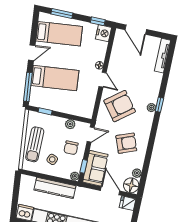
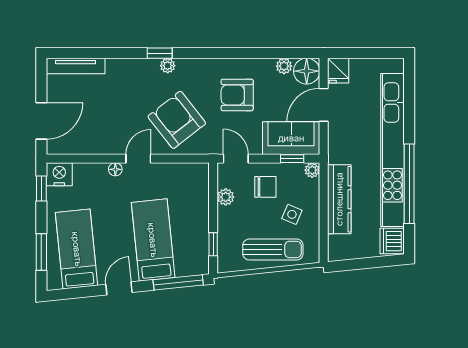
door: (32, 53) -> (119, 288), hinge flipped
armchair: (126, 143) -> (237, 95), turned -69

